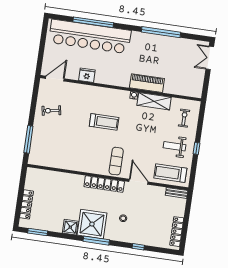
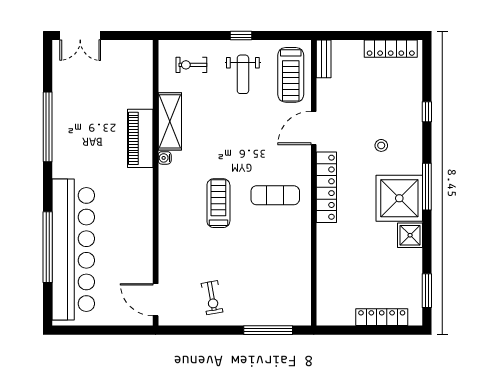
fridge: (87, 75) -> (142, 245), removed
exercise mat: (116, 161) -> (275, 195), moved

